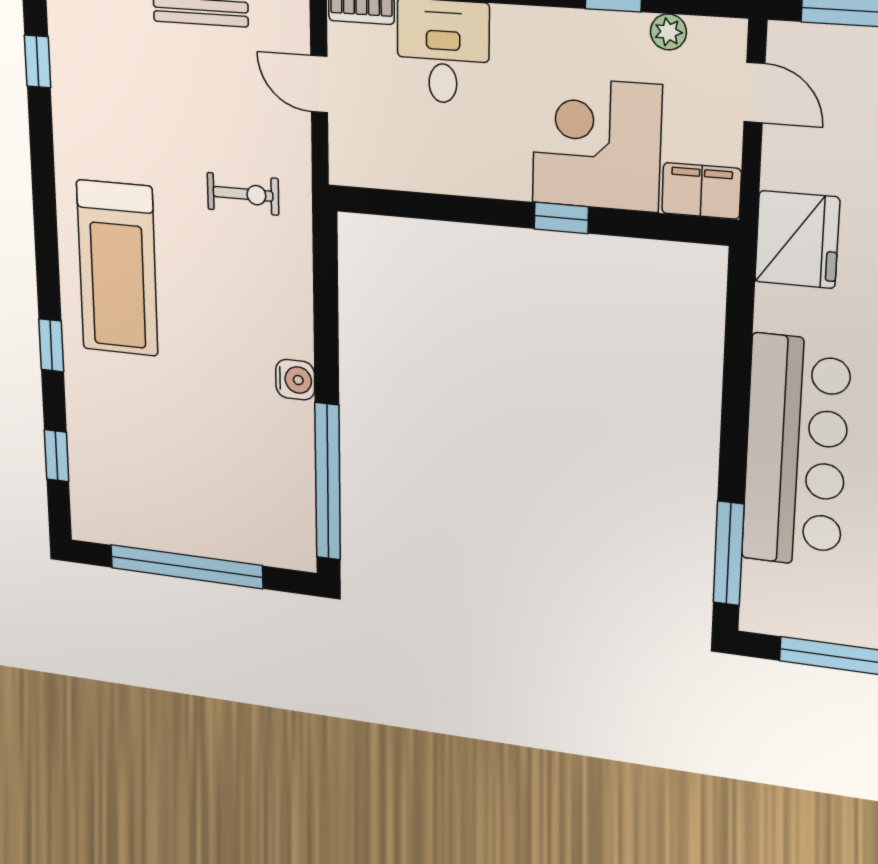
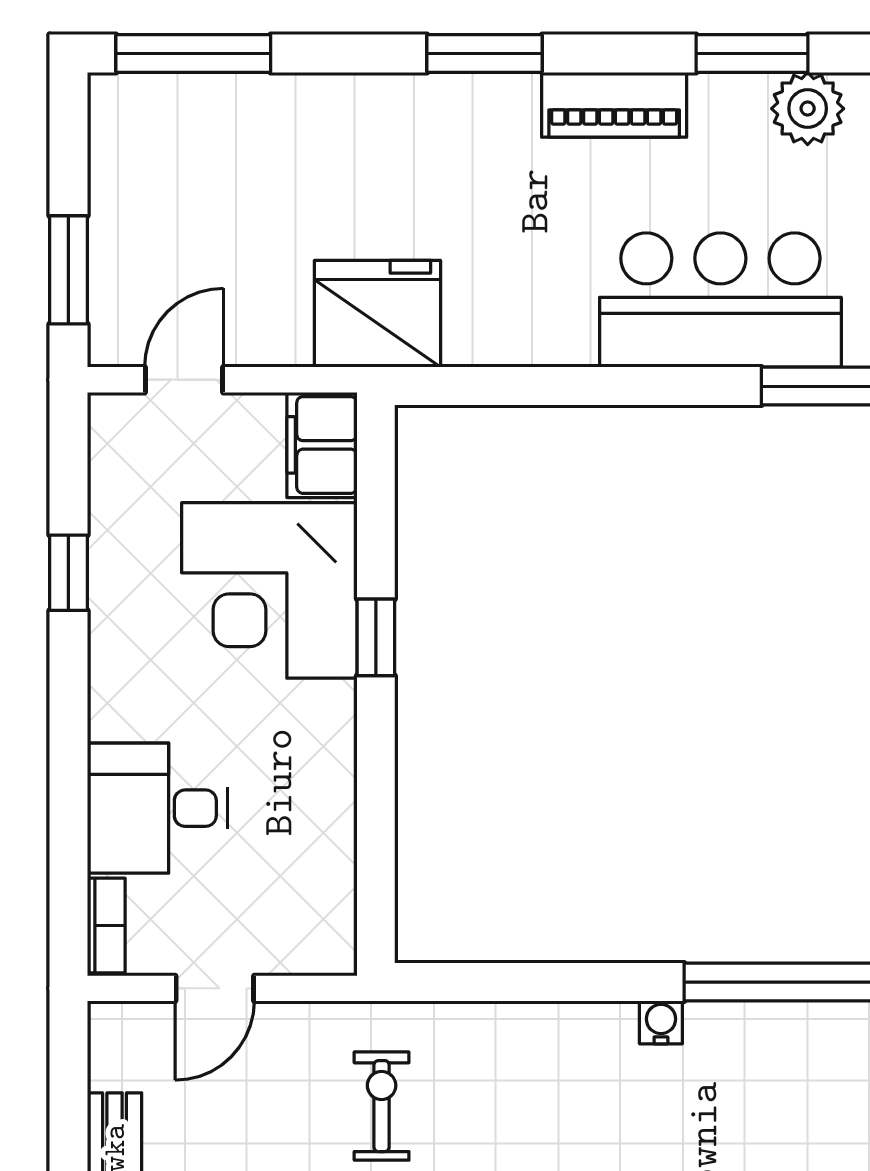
plant: (668, 32) -> (111, 497), removed
water cooler: (295, 380) -> (661, 1022), width x0.72, depth x0.72
bar counter: (796, 452) -> (720, 300), width x0.73

